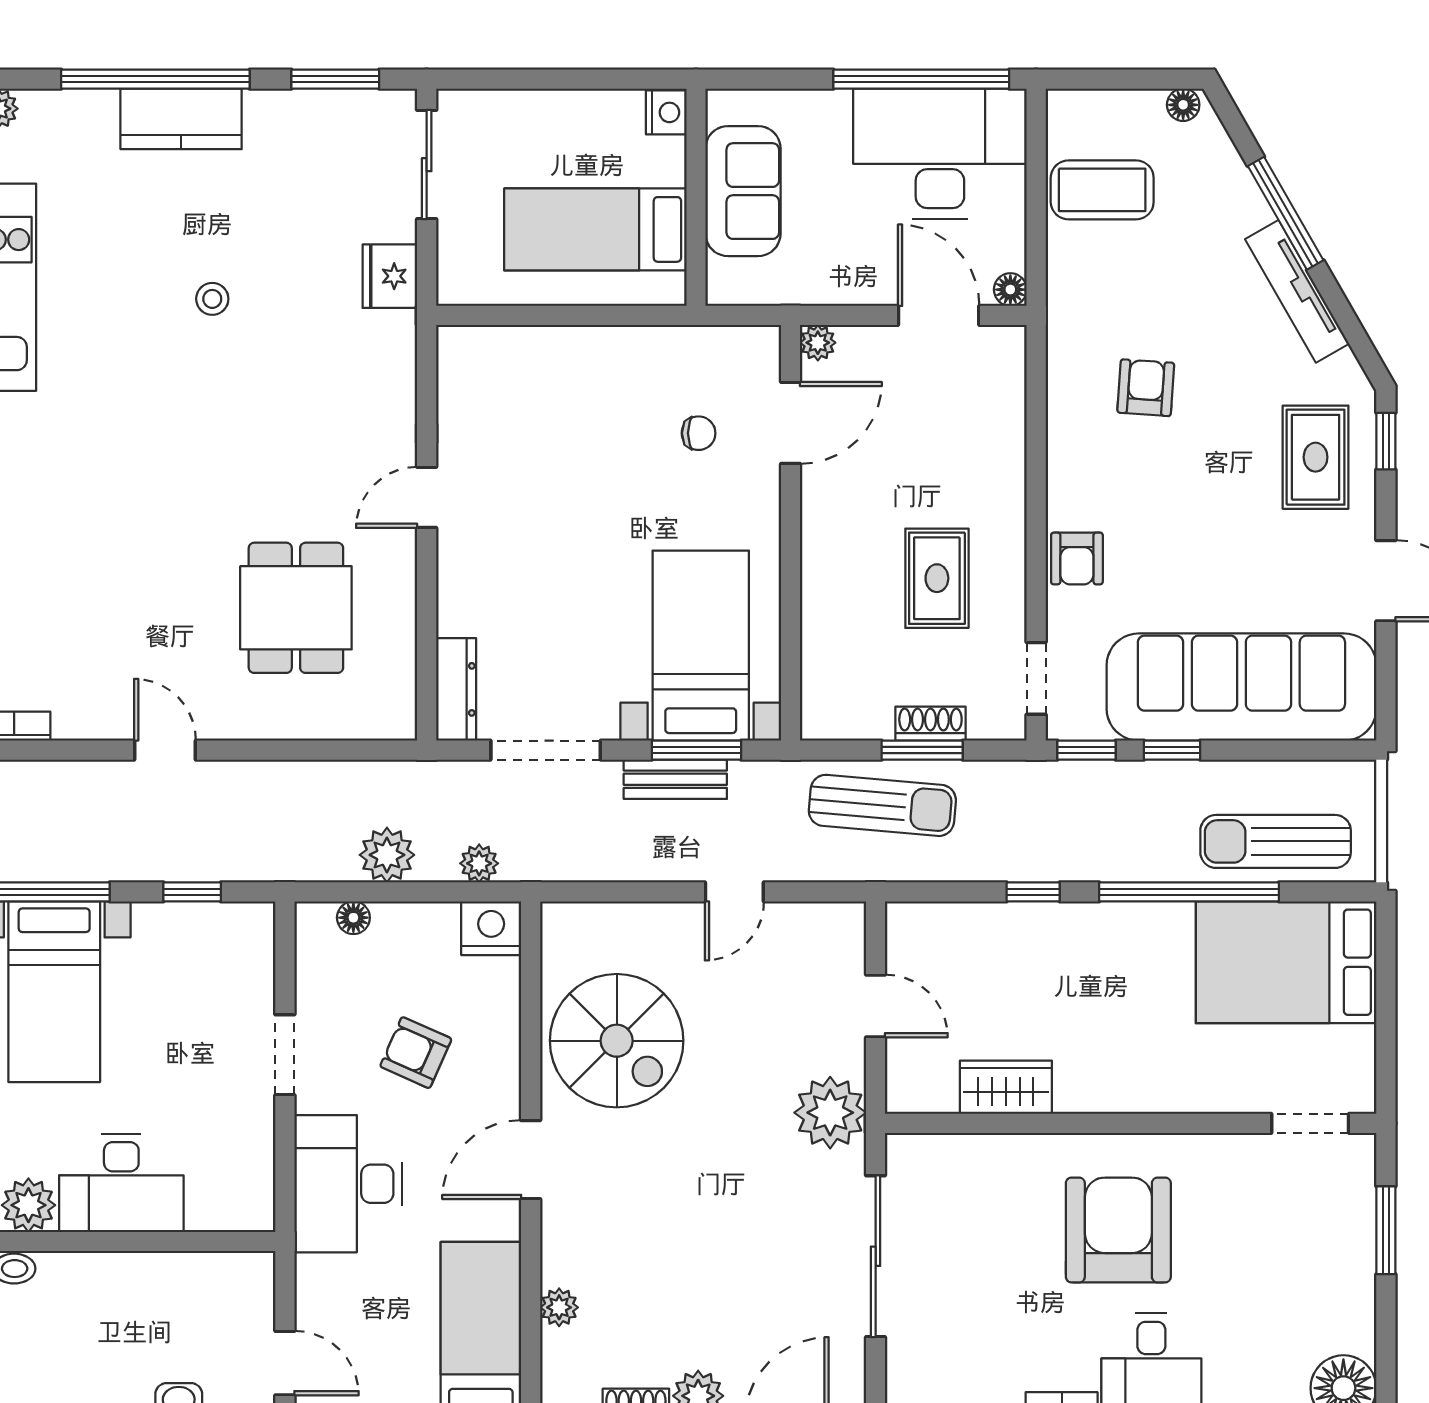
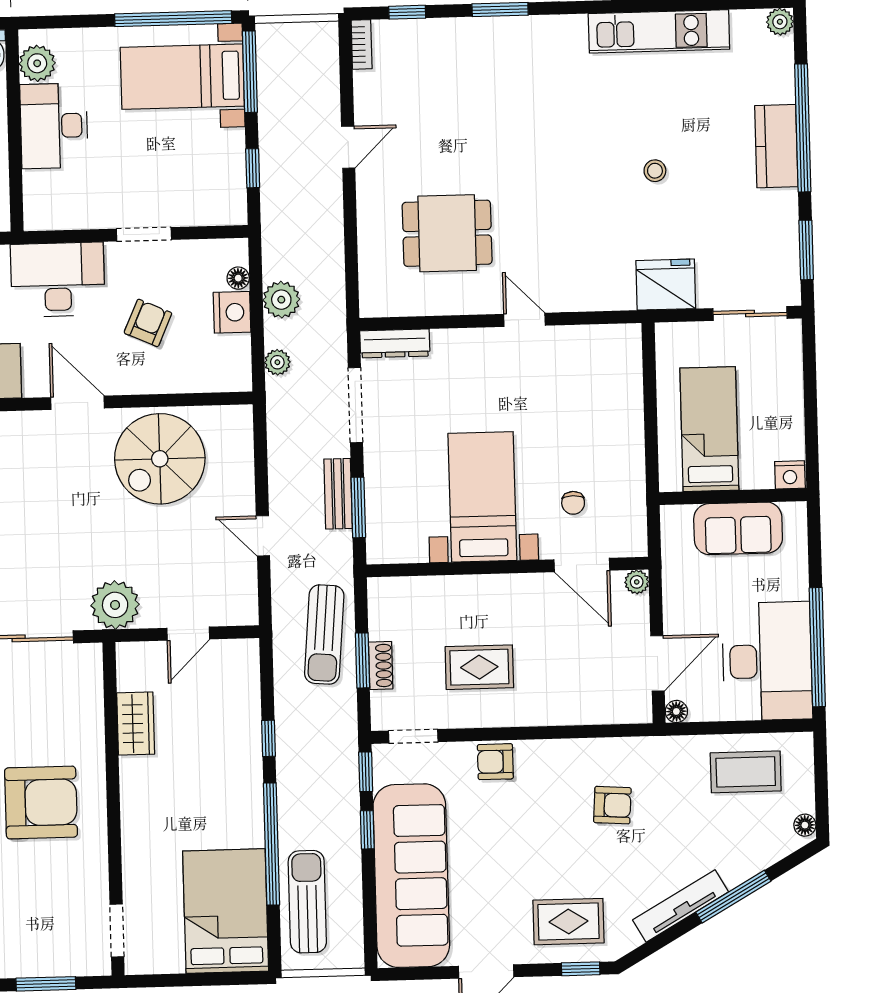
coffee table: (1102, 190) -> (746, 772), turned 90
fridge: (390, 276) -> (666, 285), width x1.36, depth x1.34
bed with nightstands: (701, 646) -> (482, 497), moved, turned -90
nightstand: (491, 928) -> (232, 312), moved

